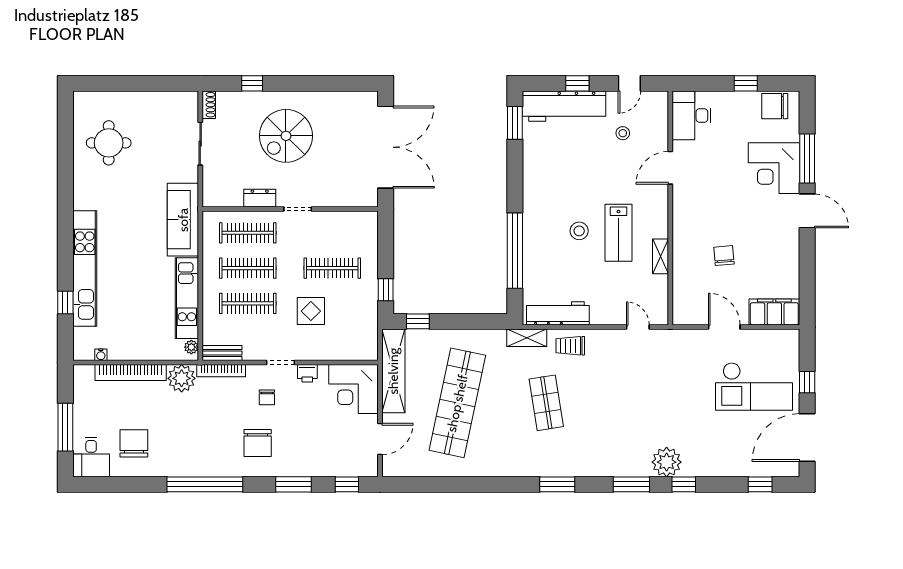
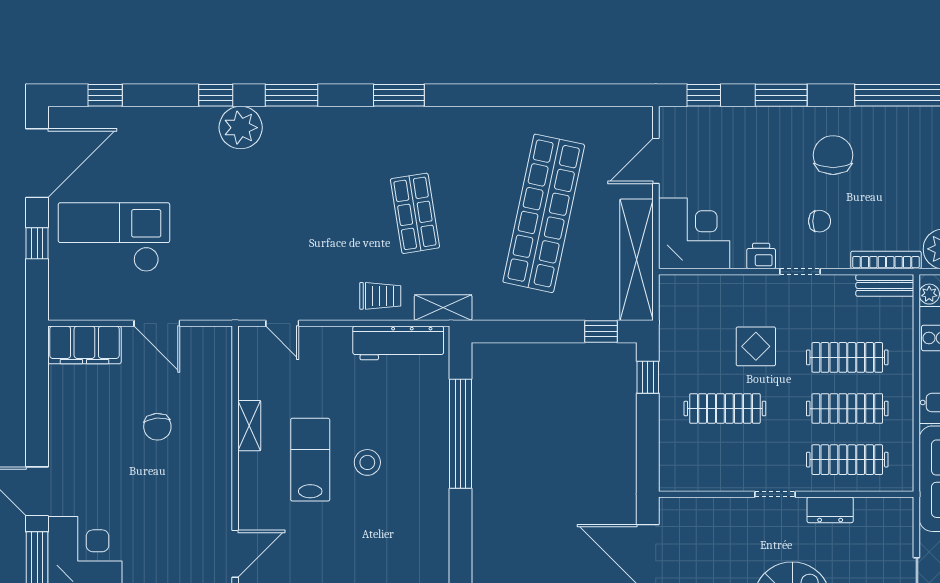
chair: (267, 397) -> (820, 221), turned 90

